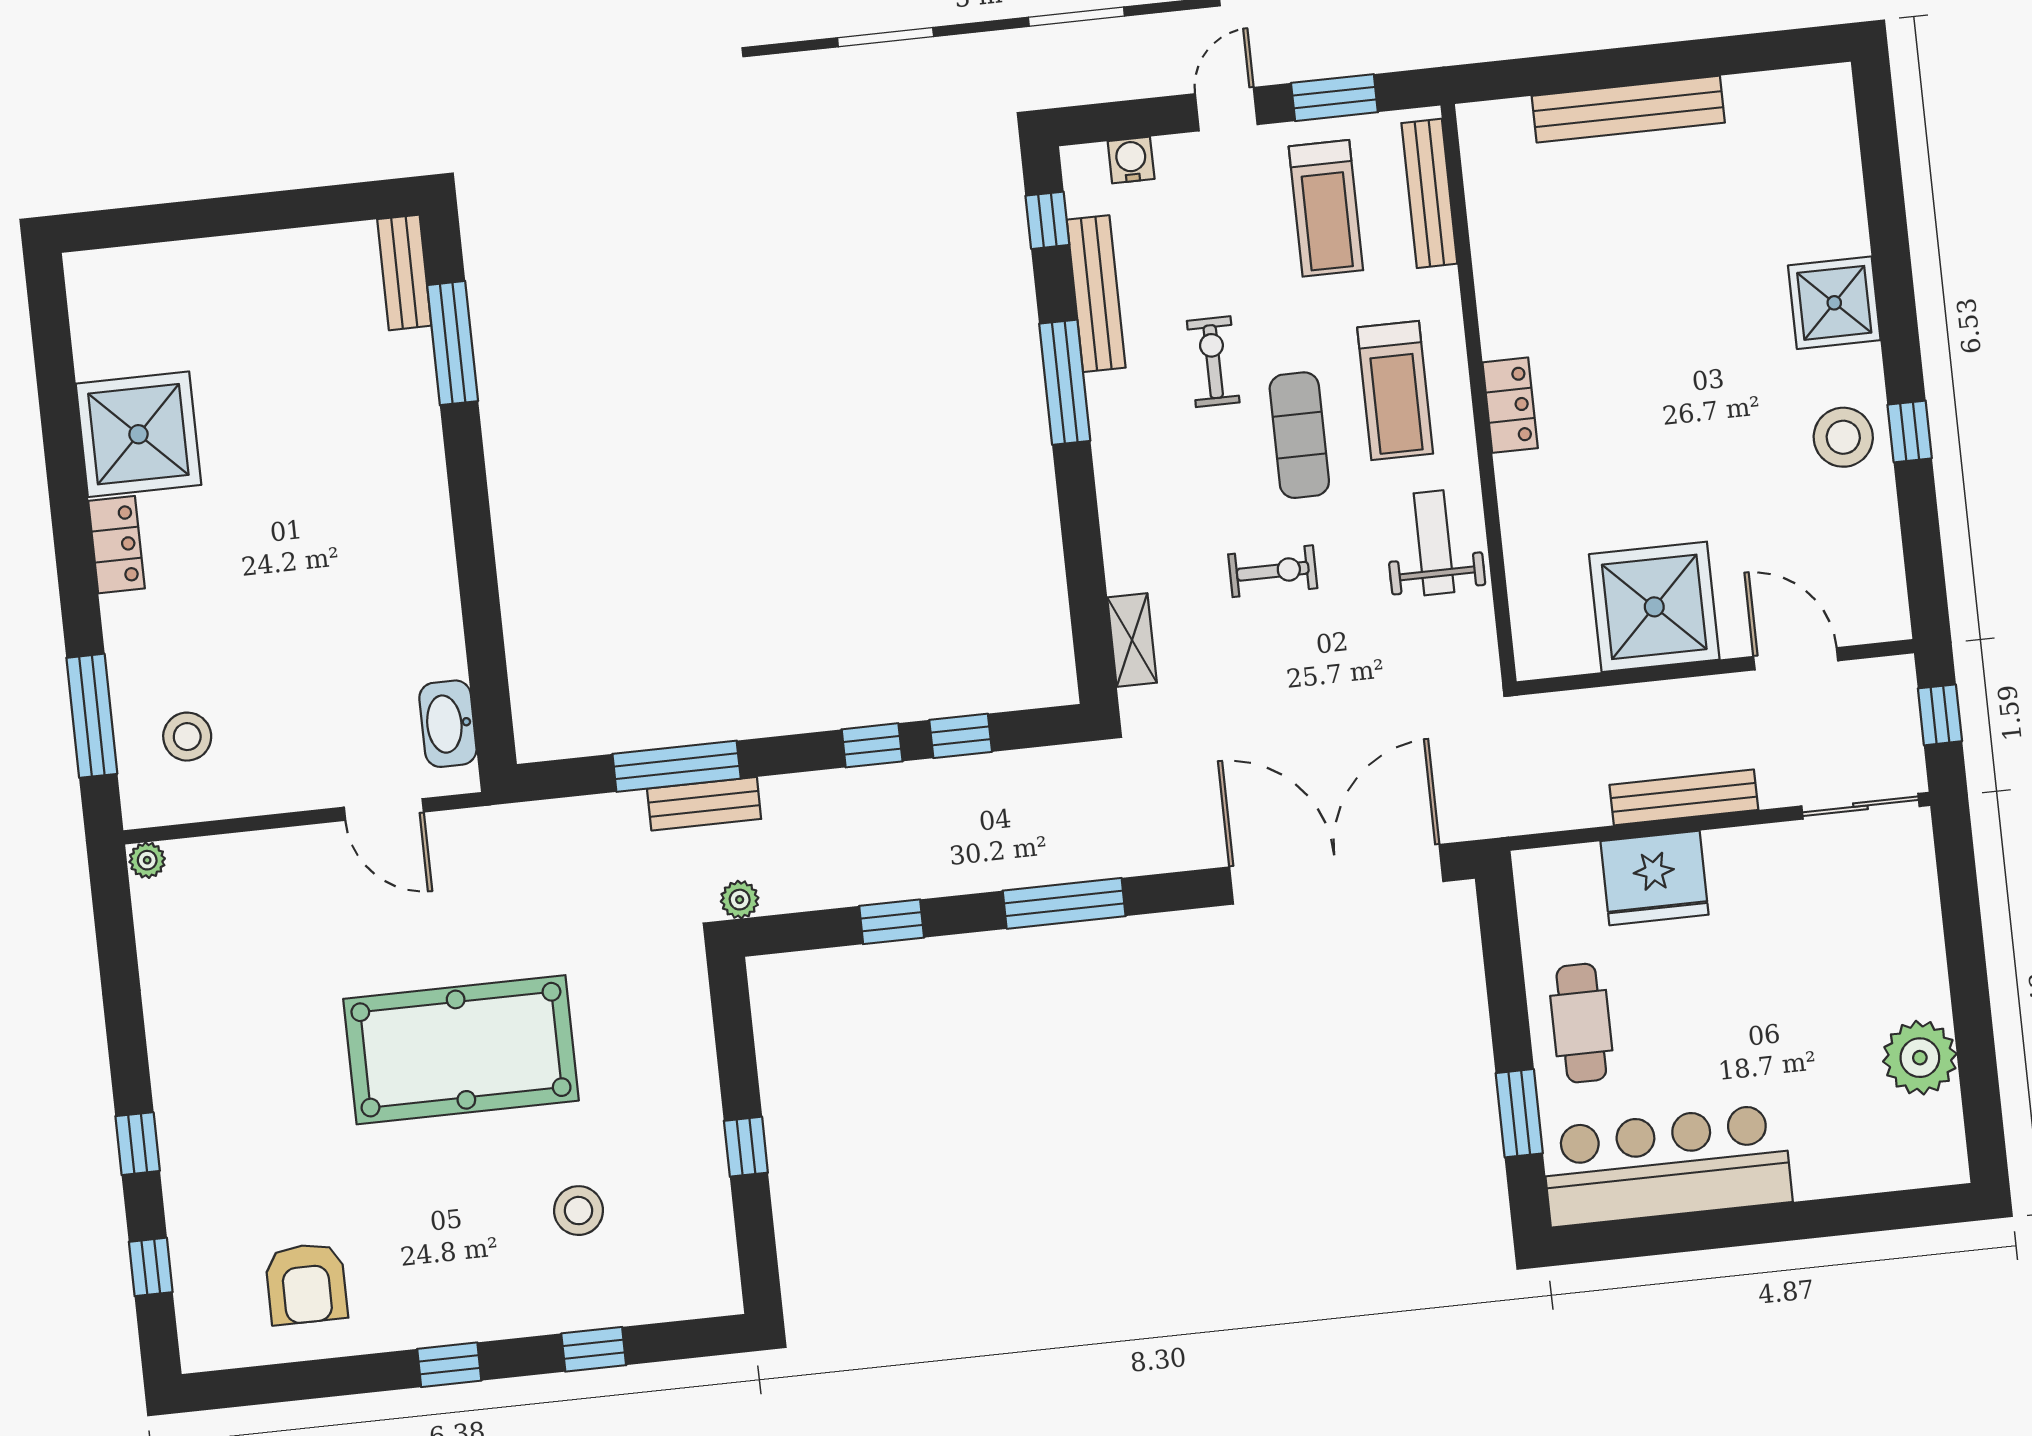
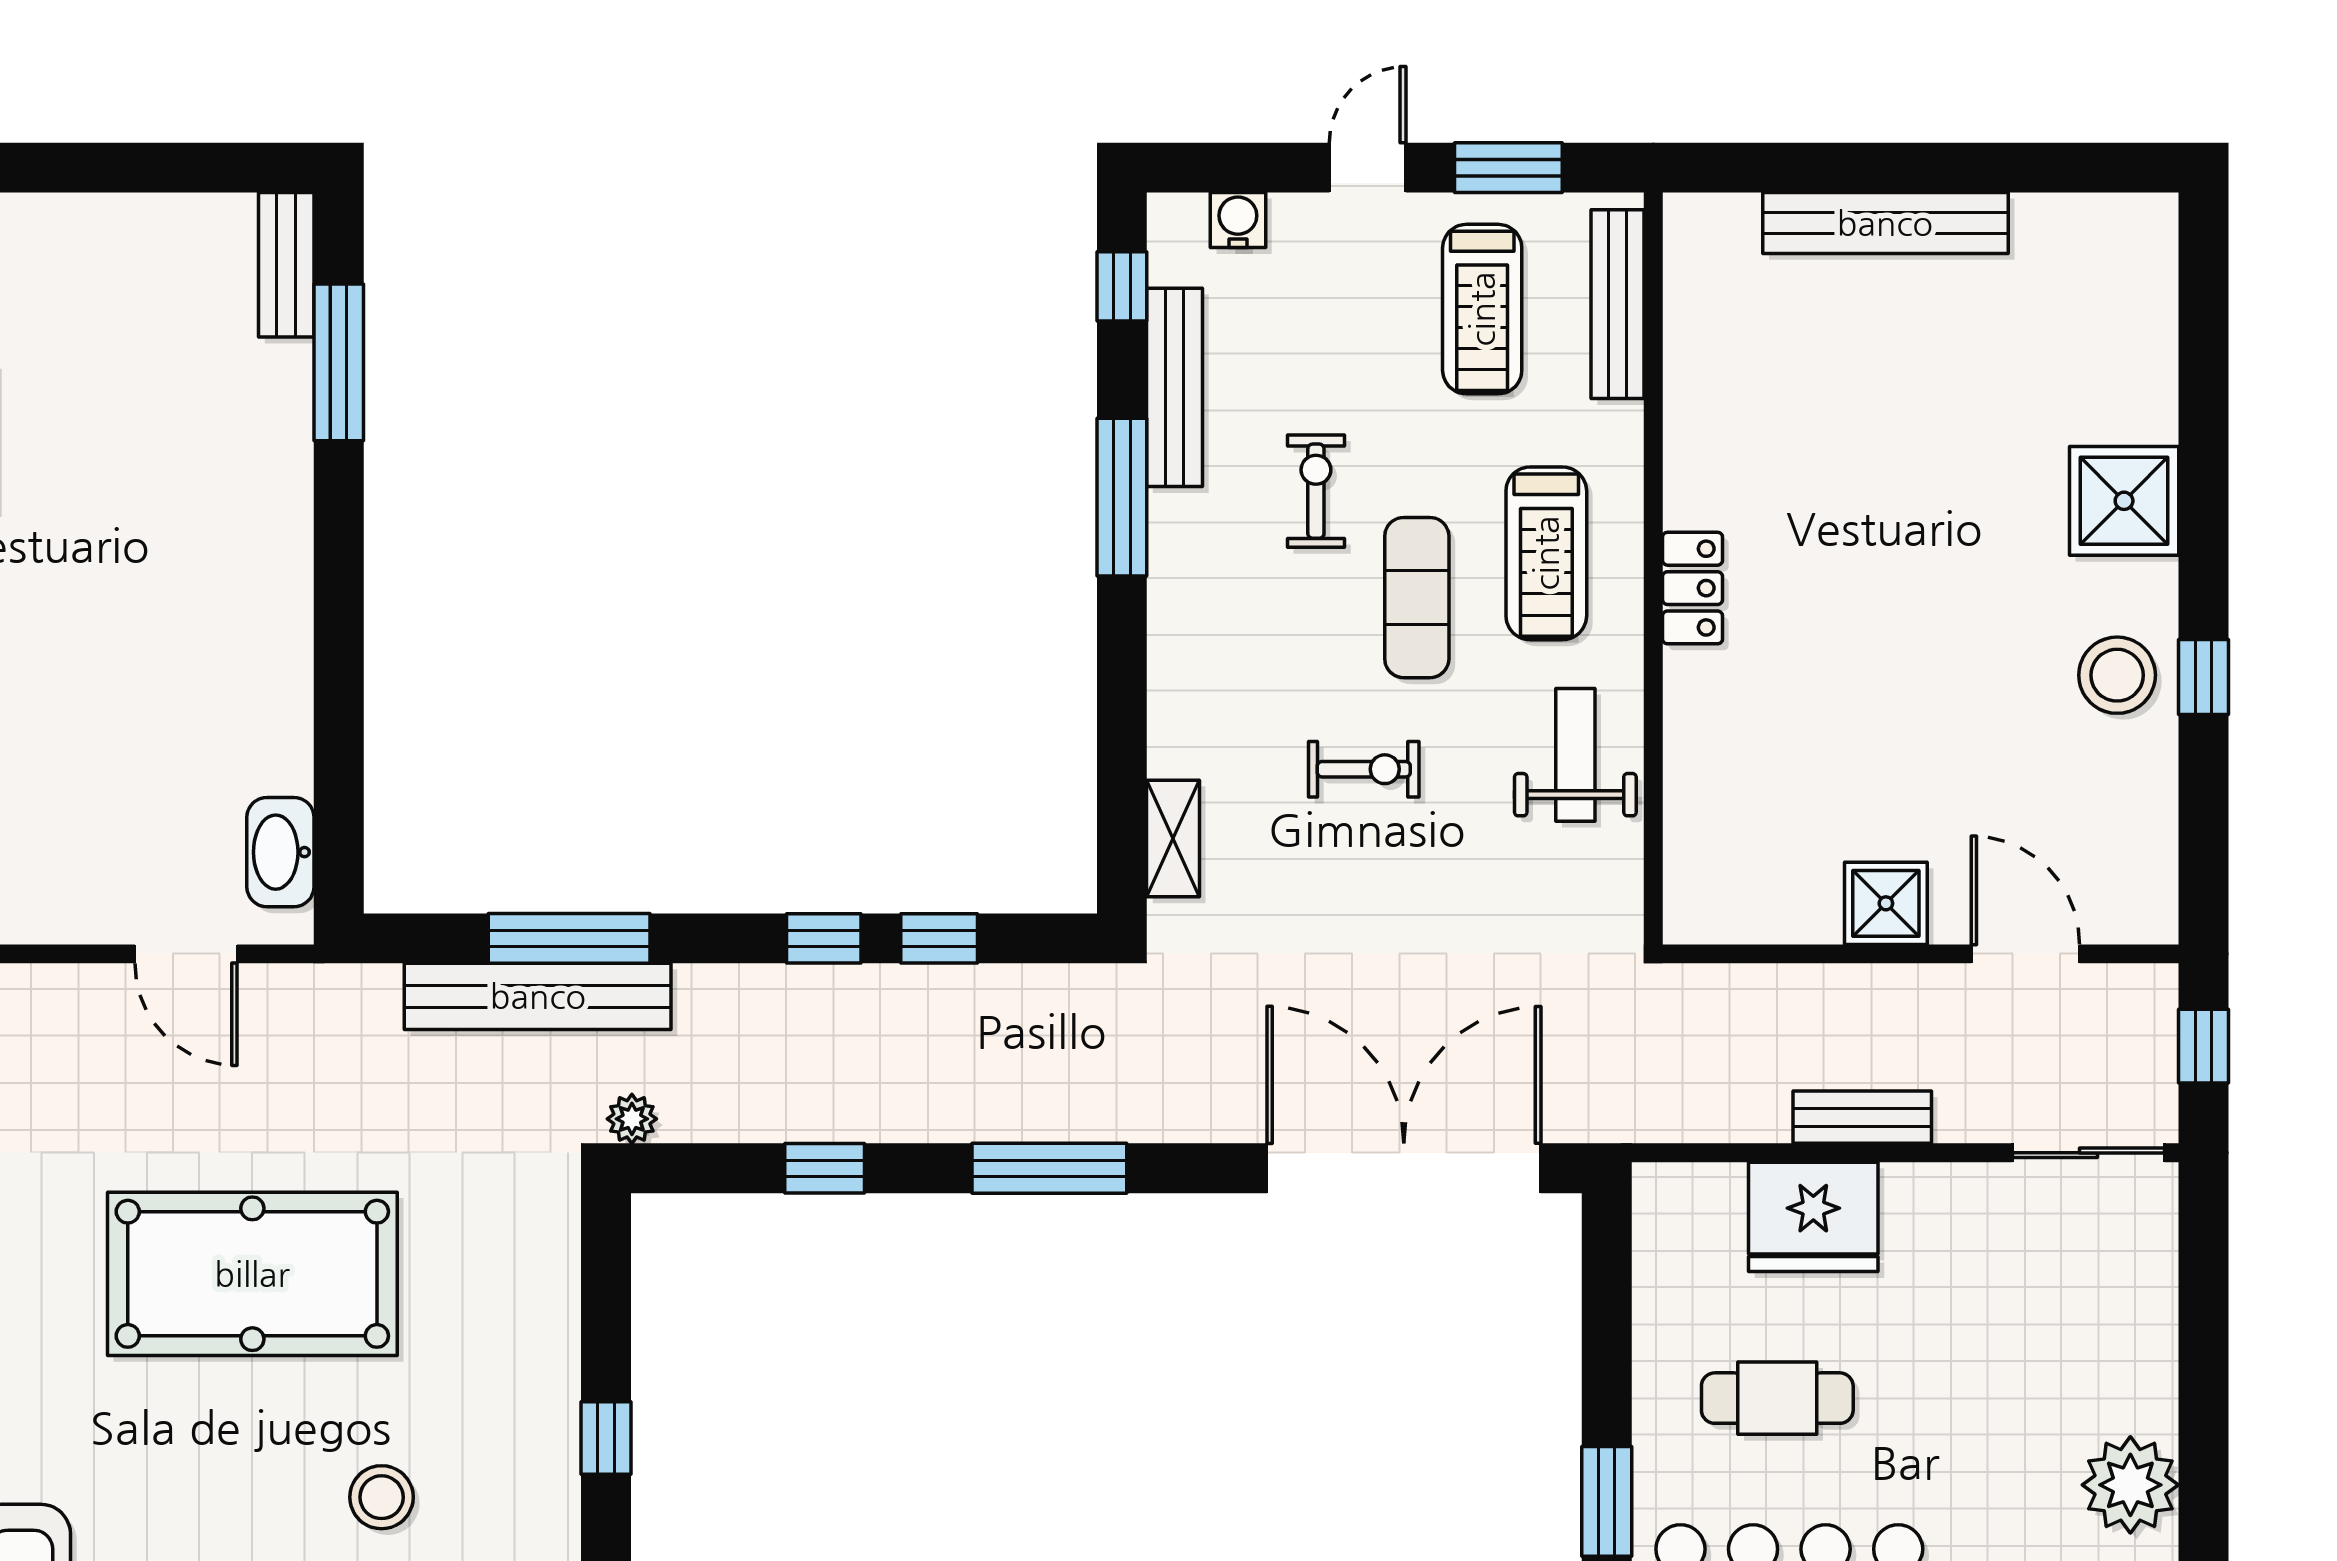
shower: (1654, 607) -> (1886, 903), width x0.54, depth x0.54
bench: (1684, 797) -> (1862, 1117), width x0.73
bench: (704, 804) -> (538, 996), width x1.86, depth x1.21
cafe table: (1581, 1023) -> (1777, 1398), moved, turned 90

